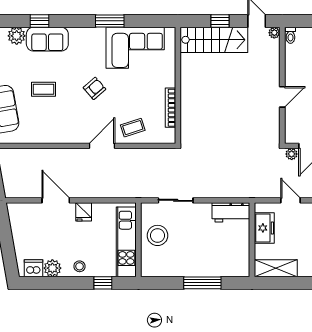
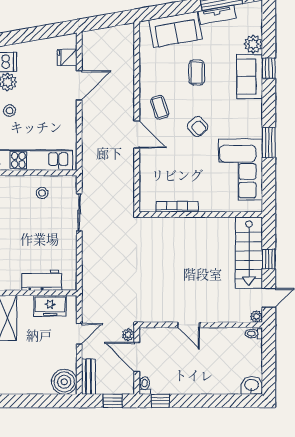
coffee table: (133, 128) -> (160, 107), moved
fridge: (84, 212) -> (67, 57), moved
workbench: (231, 212) -> (42, 280), moved, turned 90
stool: (158, 235) -> (42, 193), width x0.53, depth x0.53

